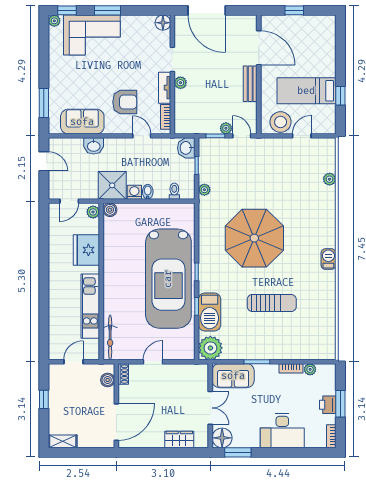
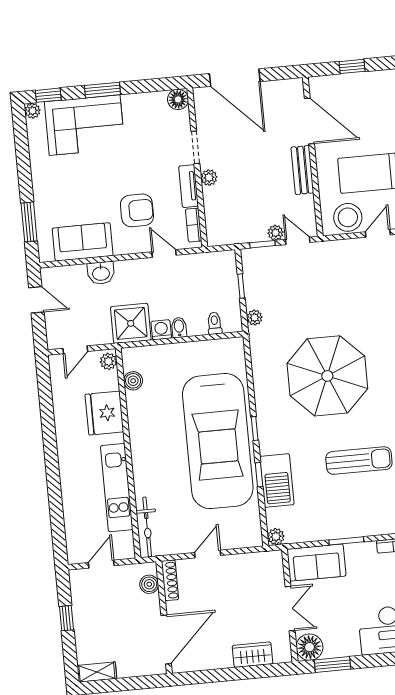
washbasin: (186, 148) -> (225, 264), removed
boiler: (110, 210) -> (133, 381), moved
plant: (210, 348) -> (276, 537), width x0.53, depth x0.53
shoe rack: (123, 374) -> (170, 580), width x1.43

